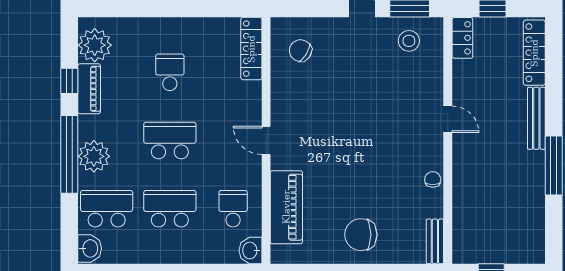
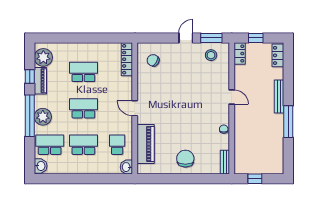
locker: (534, 53) -> (278, 55), width x0.66
school desk: (170, 72) -> (83, 72), width x1.85
chair: (361, 235) -> (185, 159), turned 90

